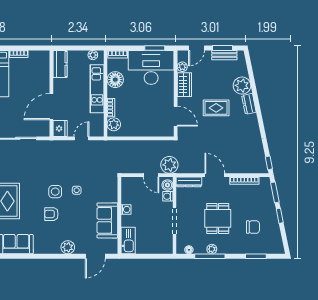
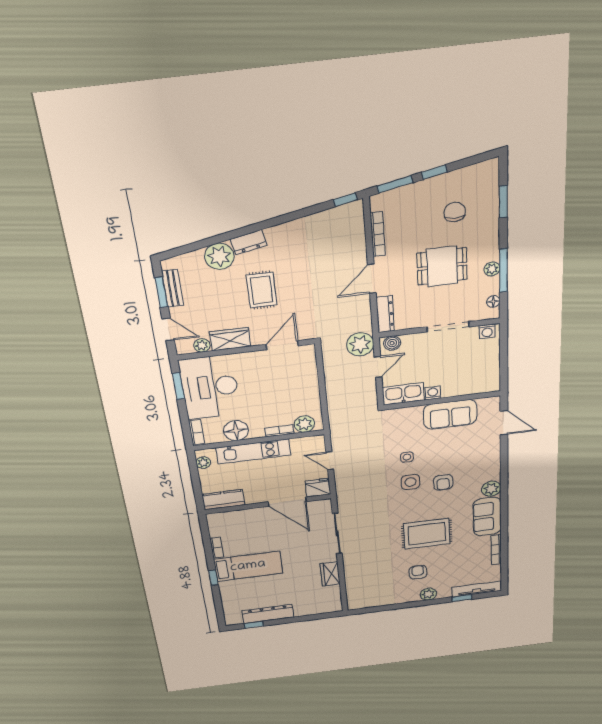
washing machine: (168, 196) -> (487, 331), moved
kitchen sink: (128, 241) -> (403, 394), moved
plant: (68, 247) -> (491, 489), moved

